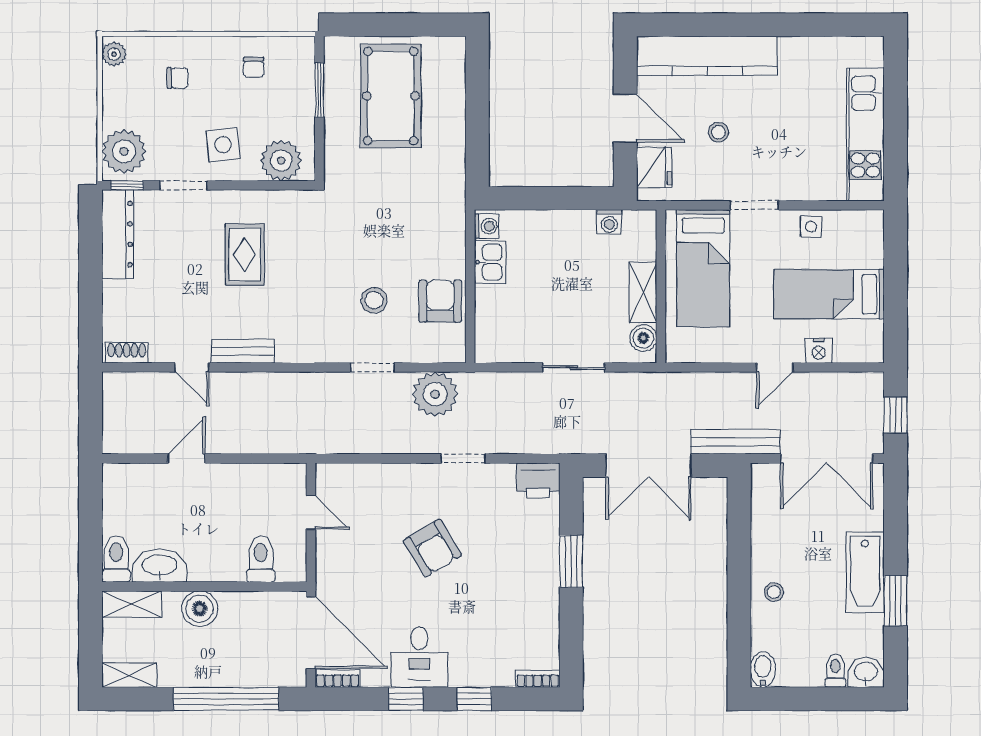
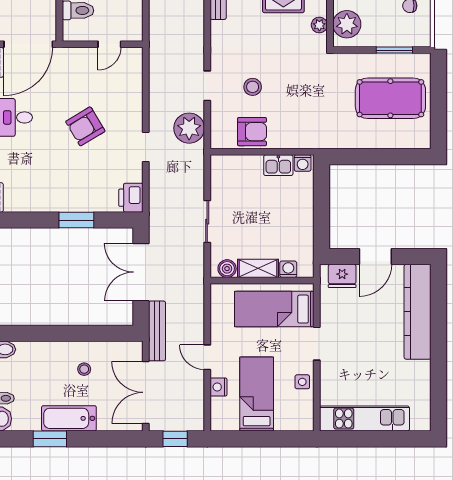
stool: (718, 132) -> (366, 319), removed
plant: (282, 201) -> (319, 25), added
washing machine: (609, 222) -> (288, 269), moved, turned 90
stool: (774, 592) -> (84, 369), moved

